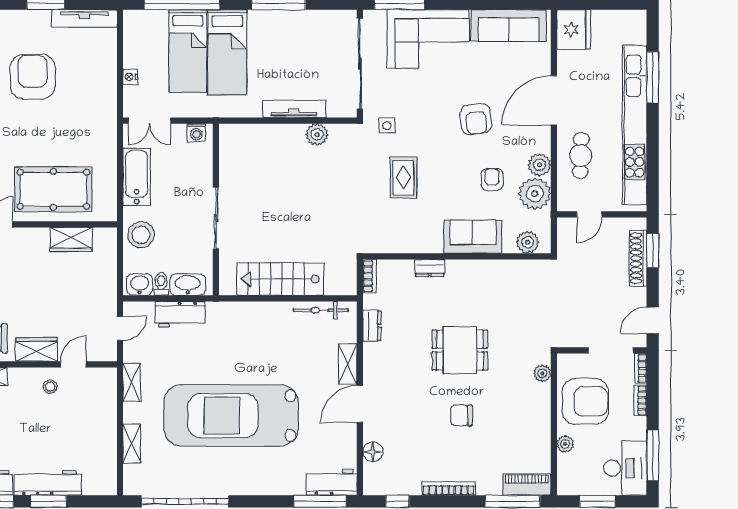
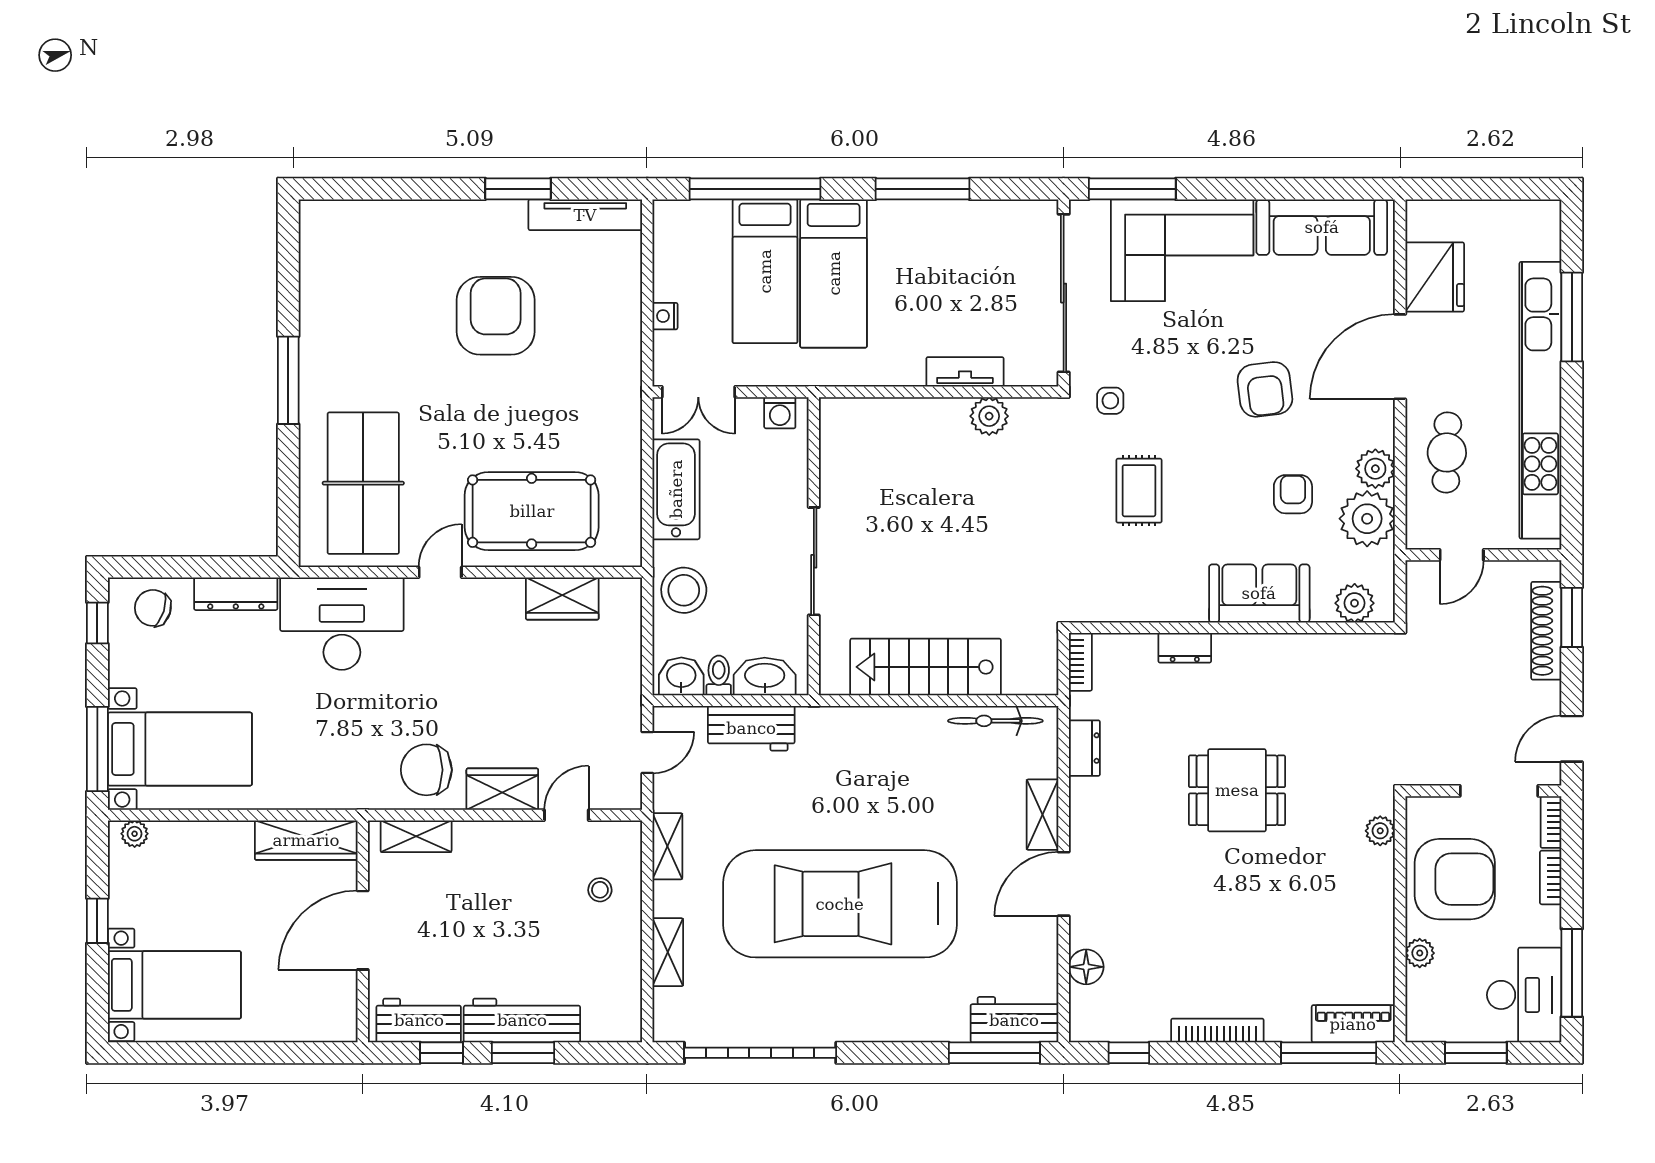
fridge: (574, 30) -> (1435, 277), moved
tv unit: (294, 109) -> (965, 372), width x0.71
stool: (50, 387) -> (600, 890), moved
chair: (461, 415) -> (1240, 903), removed

